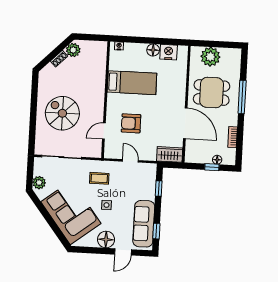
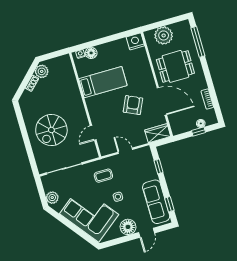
floor lamp: (153, 50) -> (91, 53), moved
nightstand: (169, 52) -> (135, 41), moved
window: (242, 97) -> (198, 42), moved
spiral stairs: (62, 113) -> (51, 130), turned -90
armchair: (131, 123) -> (133, 105), moved, turned 115

